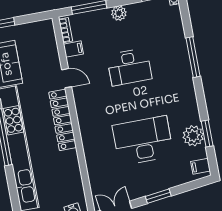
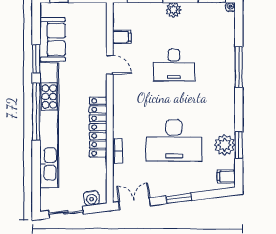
bookcase: (66, 30) -> (118, 151), moved
locker: (63, 120) -> (98, 127), moved
desk: (143, 141) -> (174, 140), turned 180

